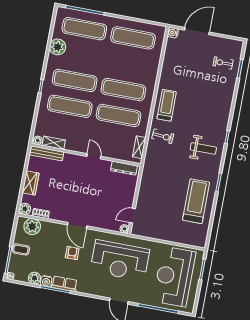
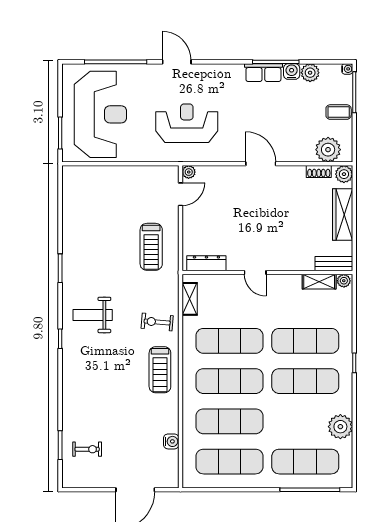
water cooler: (173, 33) -> (171, 441), moved
exercise mat: (128, 64) -> (229, 421), added
bench: (47, 153) -> (334, 264), width x0.73
wardrobe: (31, 183) -> (343, 215), width x1.50
treadmill: (196, 201) -> (151, 247), moved, width x0.73, depth x0.73
armchair: (72, 253) -> (260, 121), removed
reception desk: (120, 260) -> (187, 123), width x0.74, depth x0.77

